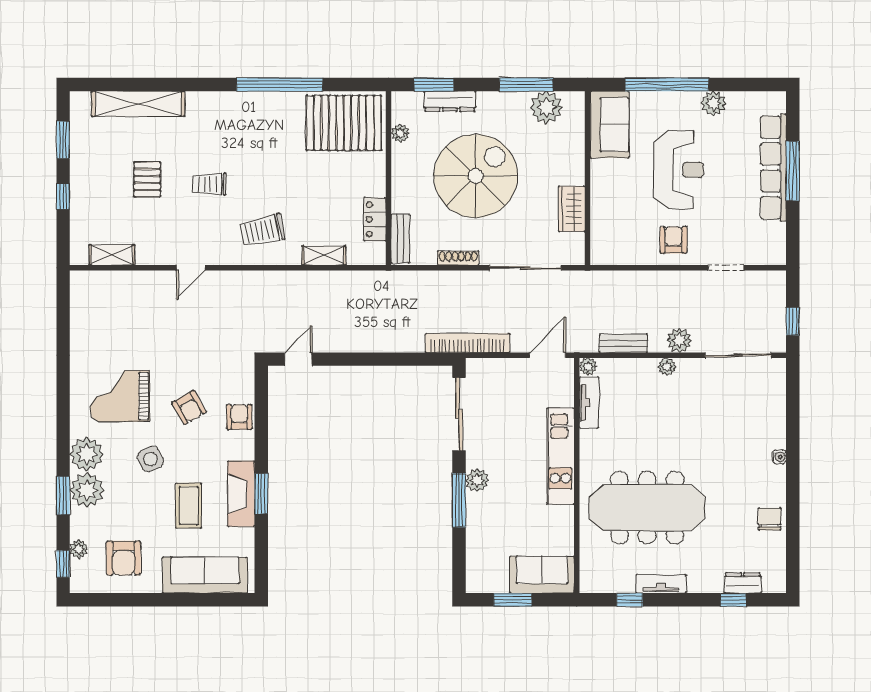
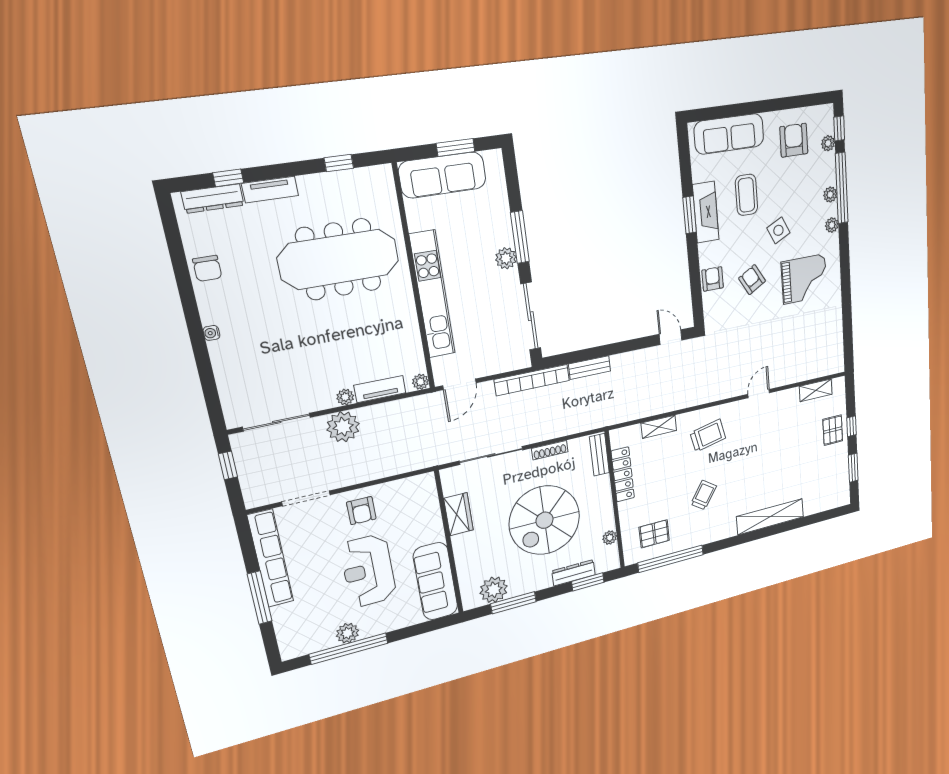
window: (280, 84) -> (671, 559), moved
window: (667, 84) -> (349, 649), moved
shelving: (138, 104) -> (770, 517), moved
pallet: (344, 123) -> (654, 534), width x0.49, depth x0.50
sofa: (610, 125) -> (436, 581), width x1.36
row of seats: (773, 168) -> (270, 558), moved
pallet: (147, 179) -> (833, 430), moved
trolley: (209, 184) -> (704, 495), moved, turned -56
locker: (375, 219) -> (623, 474), width x1.53
doorway: (726, 268) -> (306, 498), width x1.38
plant: (679, 340) -> (343, 427), width x1.36, depth x1.36
bench: (623, 343) -> (590, 368), moved
door: (298, 359) -> (671, 337), swing flipped
tv unit: (589, 403) -> (380, 389), moved, turned 90
armchair: (239, 417) -> (713, 279), turned 180
plant: (87, 454) -> (832, 225), width x0.53, depth x0.53
kitchen unit: (560, 456) -> (432, 294), width x1.36
plant: (87, 490) -> (830, 194), width x0.53, depth x0.53
window: (63, 495) -> (842, 188), width x2.11
sofa: (542, 575) -> (442, 175), width x1.36
dresser: (743, 583) -> (213, 198), width x1.44
tv unit: (661, 584) -> (270, 190), moved

